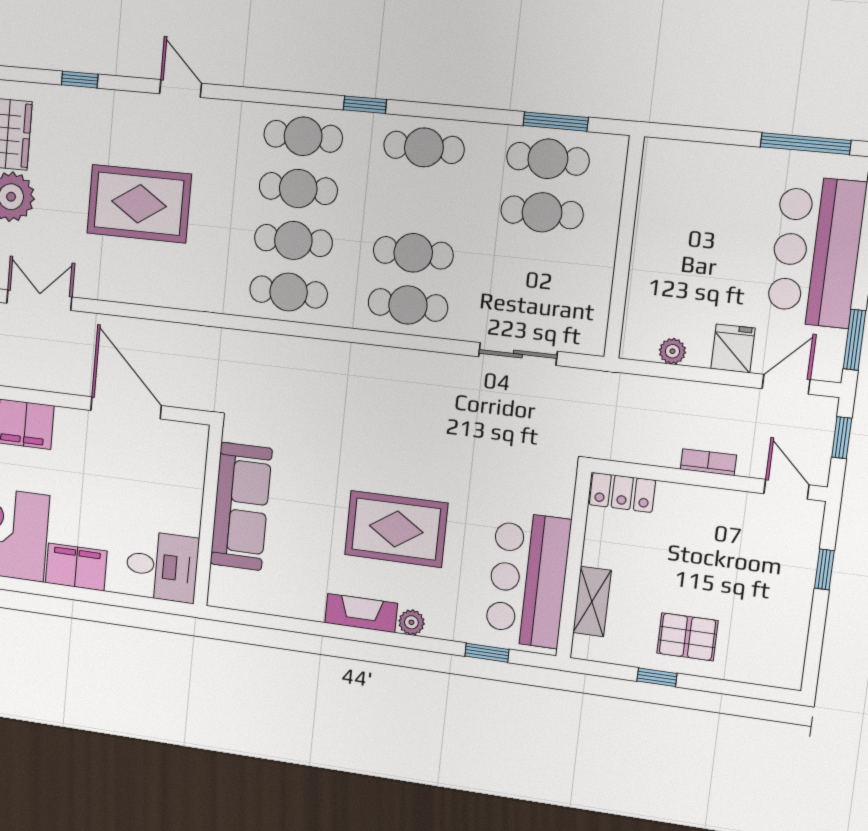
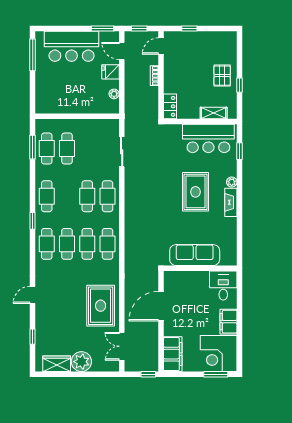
rug: (139, 204) -> (101, 306), moved

